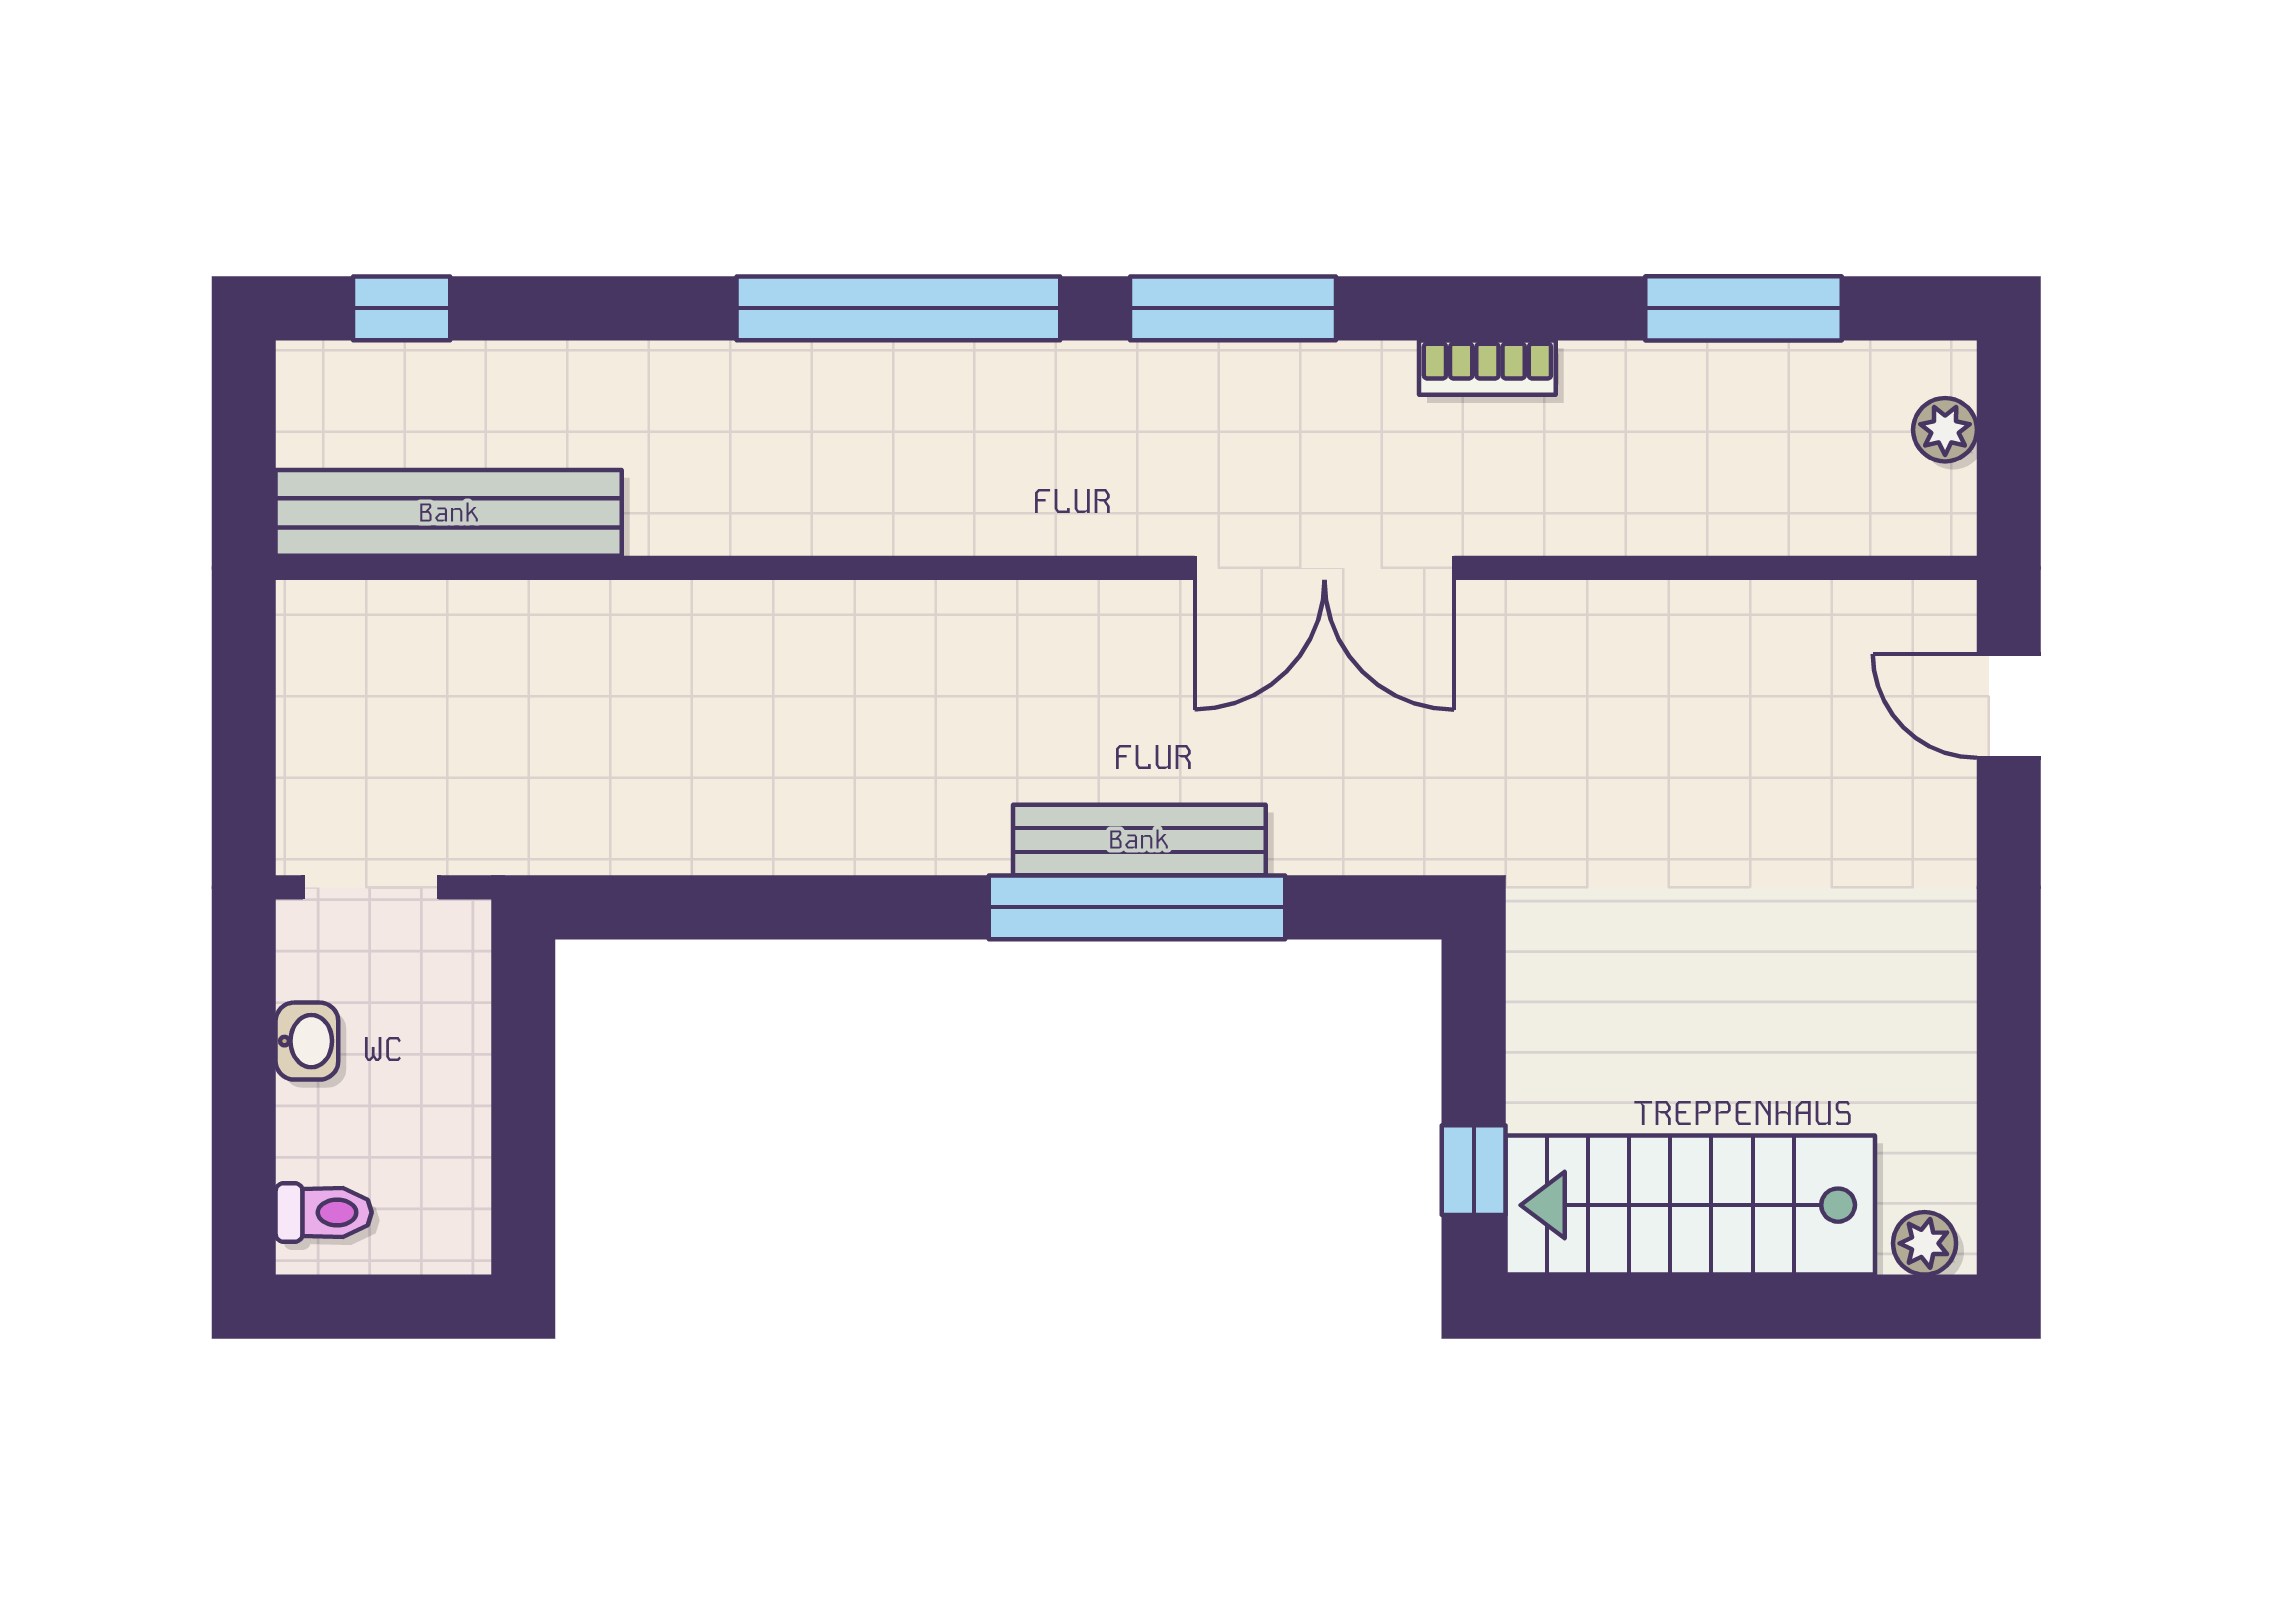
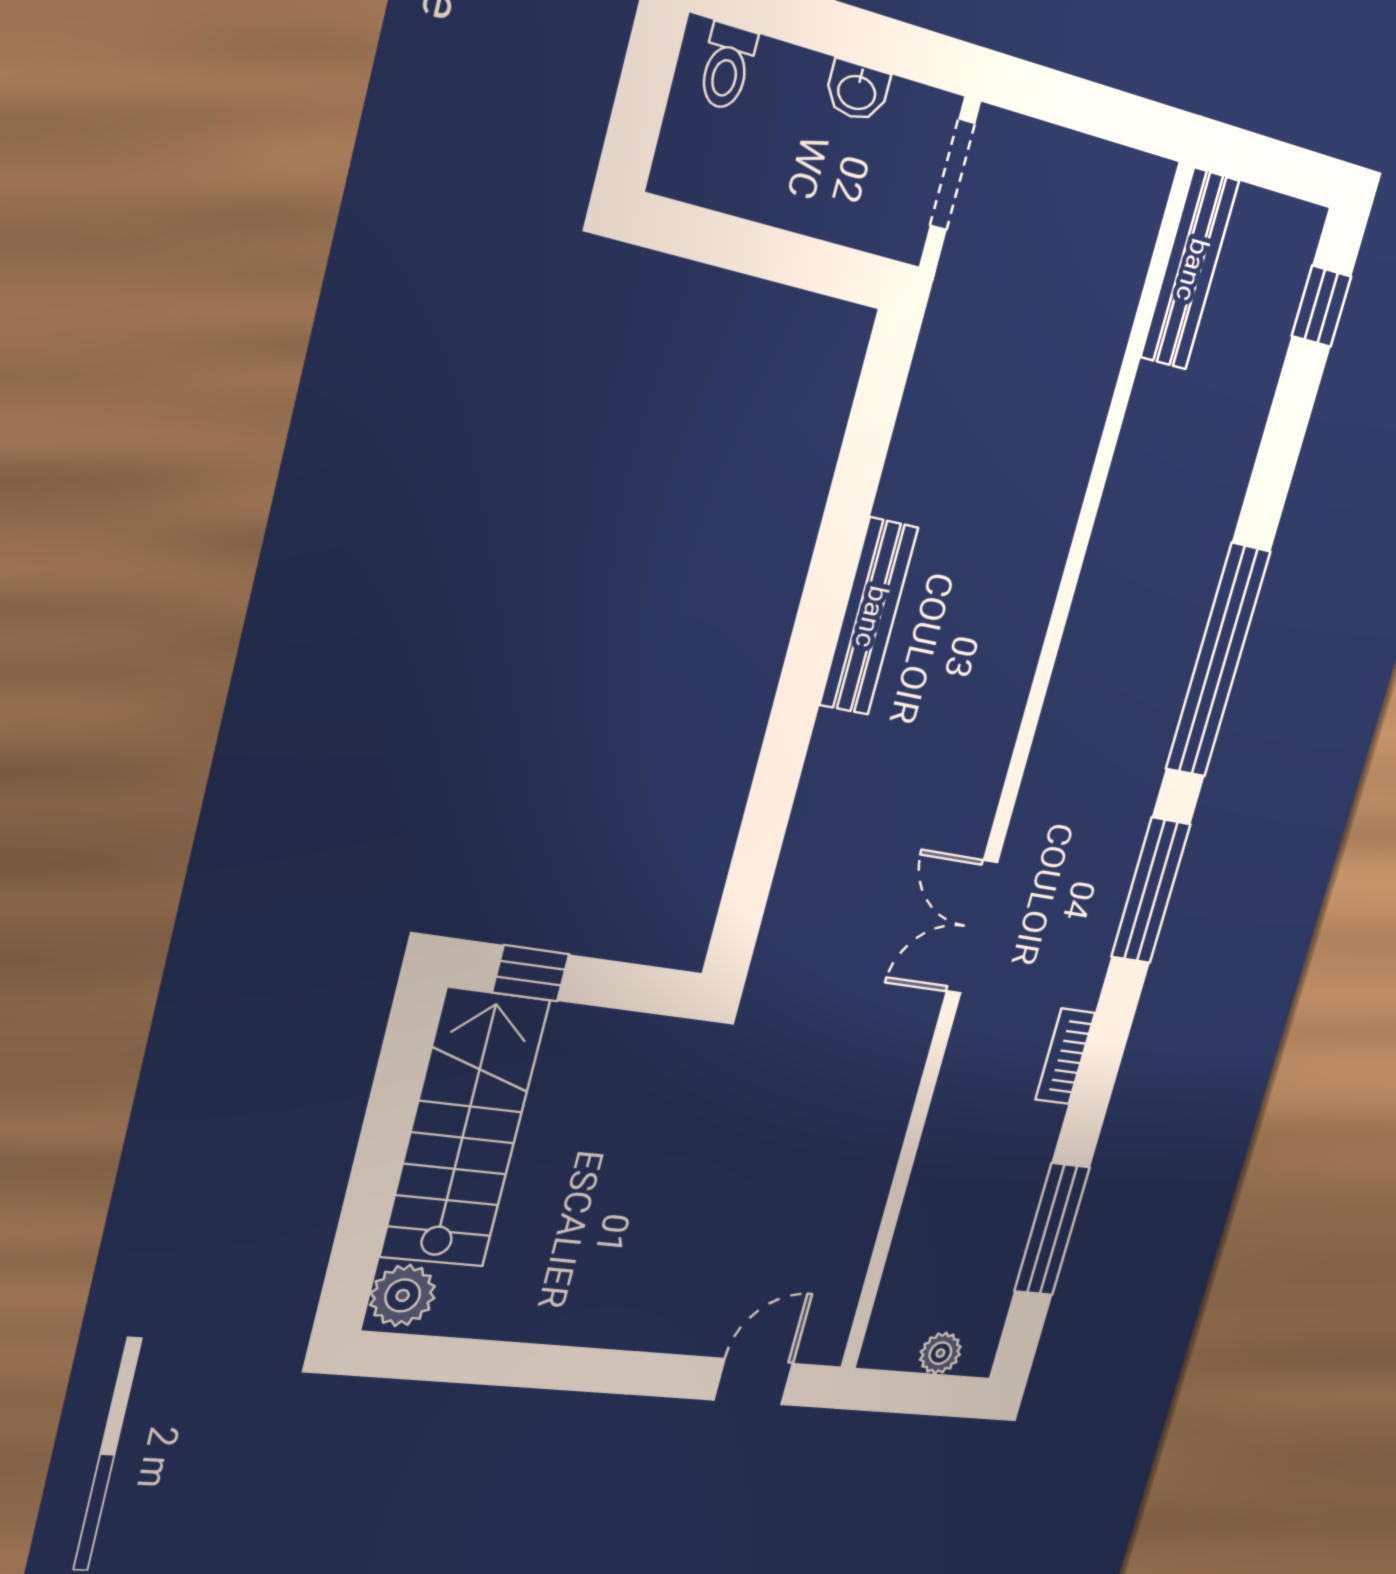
bench: (449, 513) -> (1190, 269), width x0.73, depth x0.82
double door: (1324, 568) -> (972, 927), width x0.73
bench: (1139, 840) -> (869, 616), moved
window: (1137, 907) -> (783, 755), removed
plant: (1925, 1243) -> (403, 1295), width x1.38, depth x1.38

